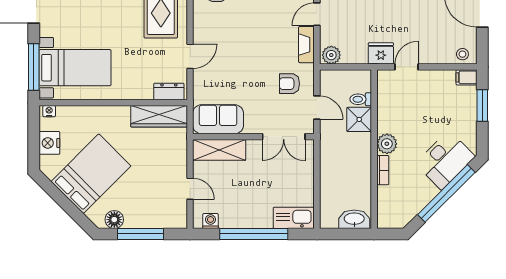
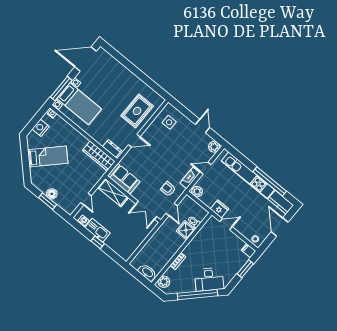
plant: (387, 144) -> (164, 282), moved
bed: (91, 174) -> (48, 157), width x0.67
kitchen sink: (294, 218) -> (97, 230), moved
floor lamp: (114, 220) -> (52, 194), moved
window: (140, 234) -> (48, 201), width x0.69
window: (254, 234) -> (98, 242), width x0.32

